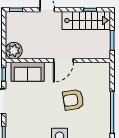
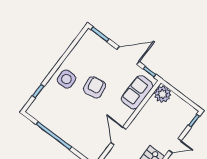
door: (63, 61) -> (118, 136), moved
armchair: (73, 100) -> (95, 87), moved

